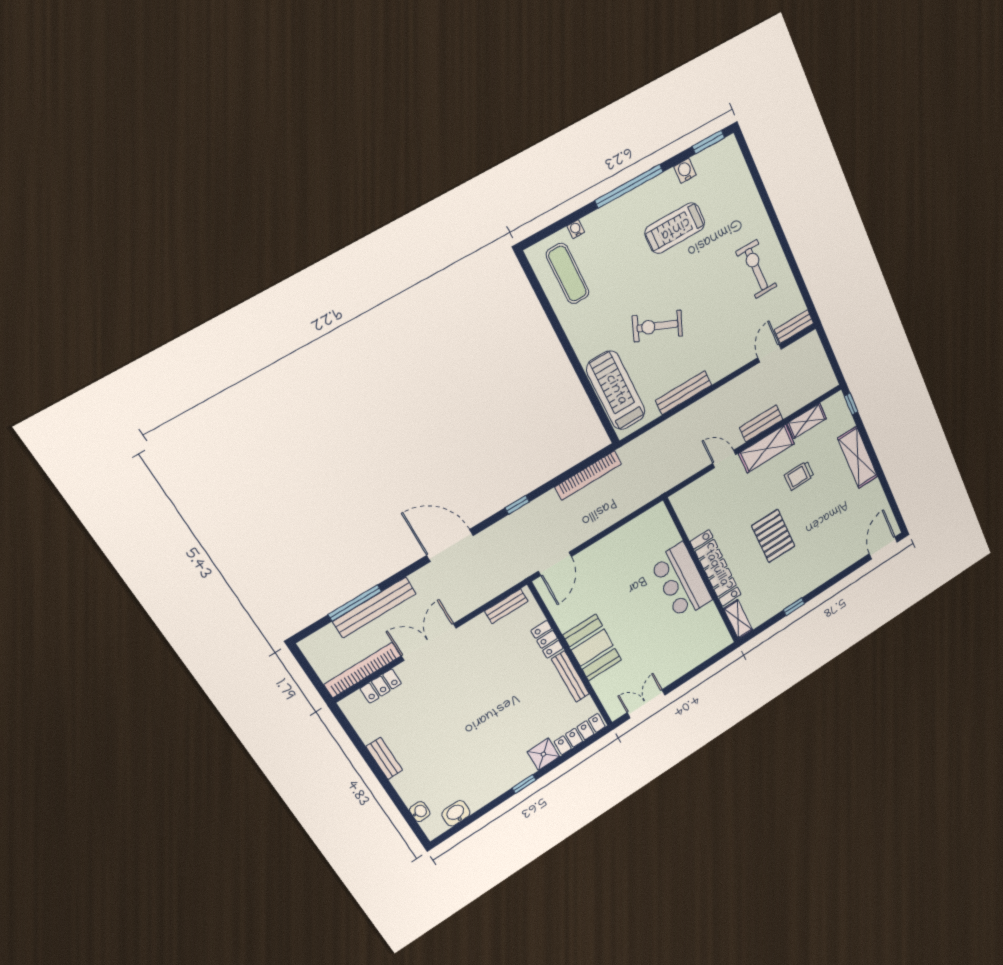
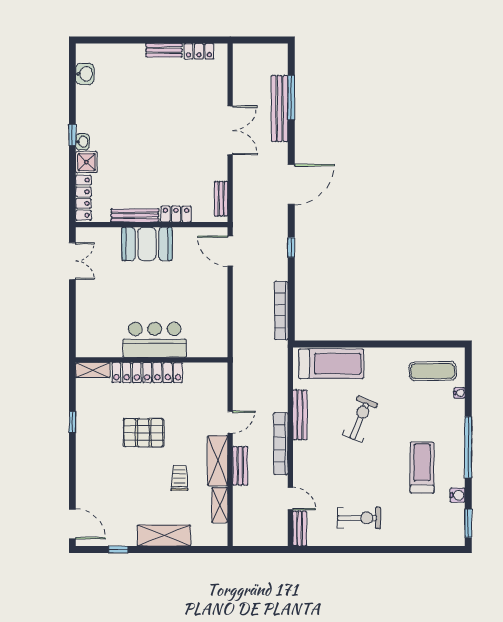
window: (851, 404) -> (118, 549), moved
bookcase: (363, 670) -> (281, 444), moved, turned 180
locker: (381, 686) -> (199, 51), moved, turned -90
washbasin: (420, 812) -> (82, 142), moved, turned -90

